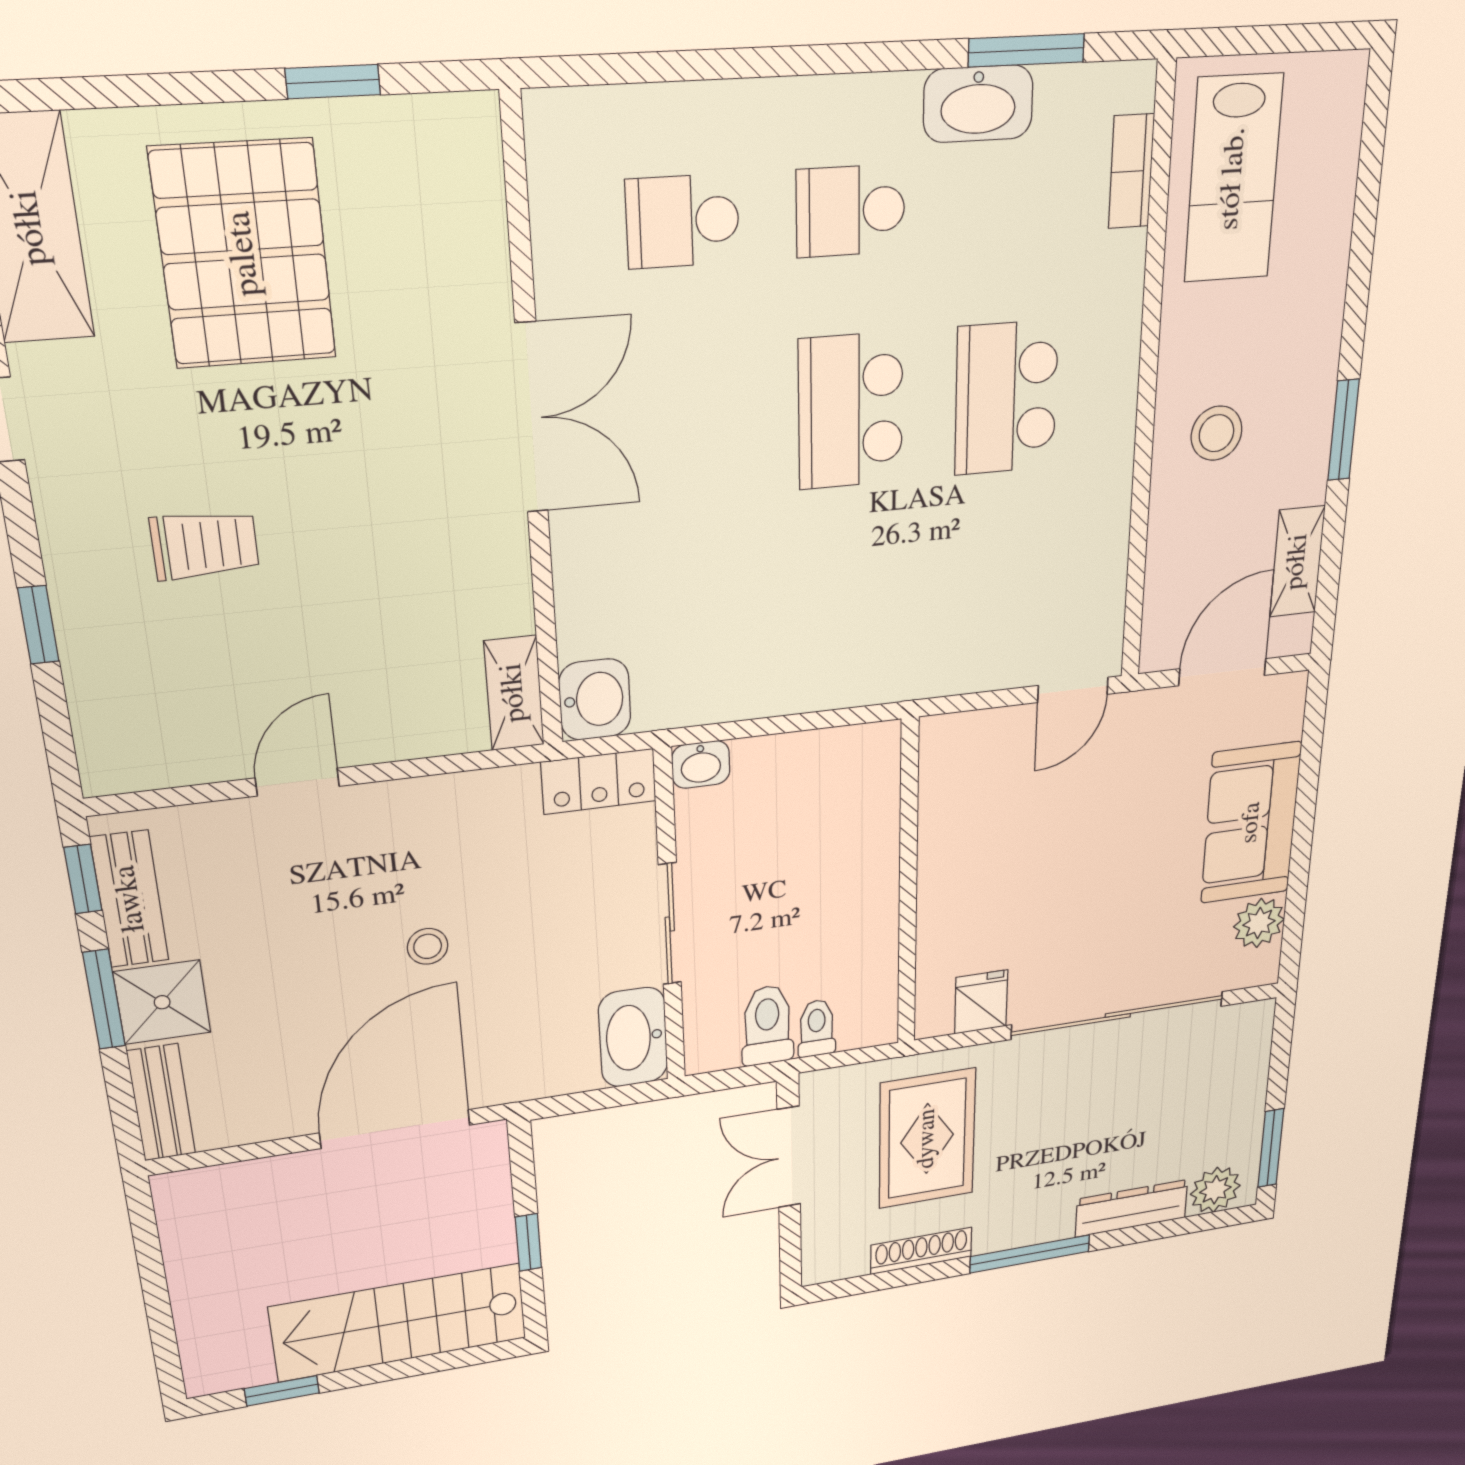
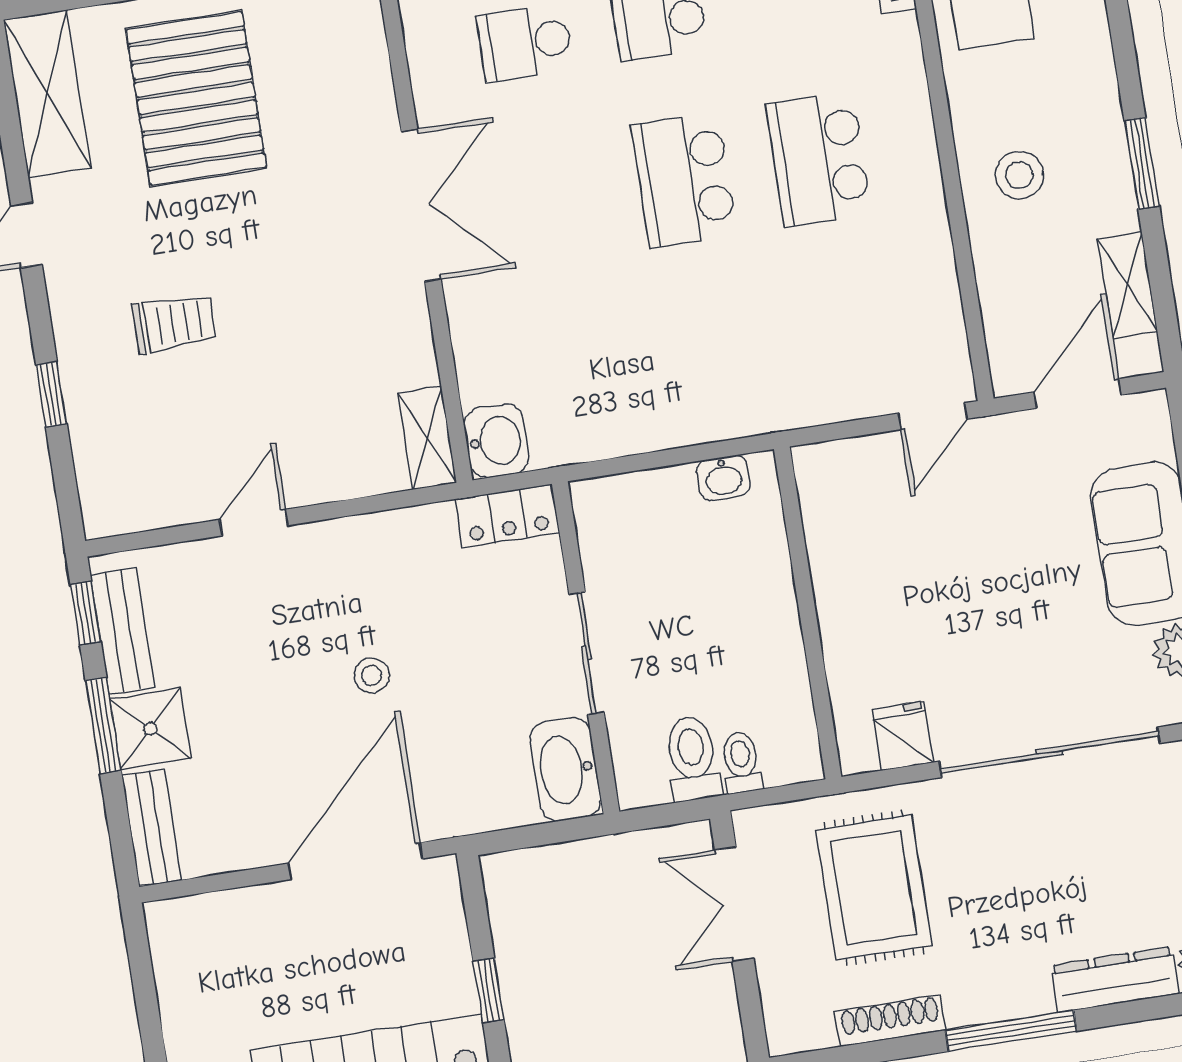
washbasin: (701, 765) -> (723, 478), moved

